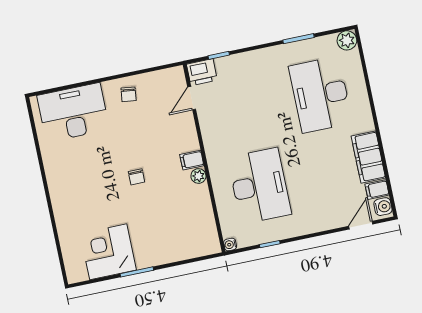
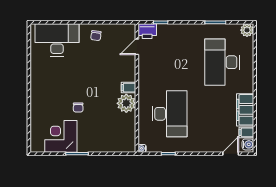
plant: (198, 176) -> (126, 103), width x1.87, depth x1.87
chair: (137, 177) -> (78, 107), moved

